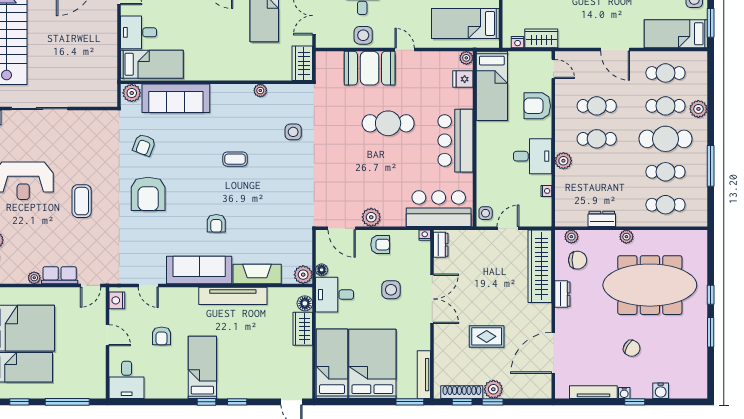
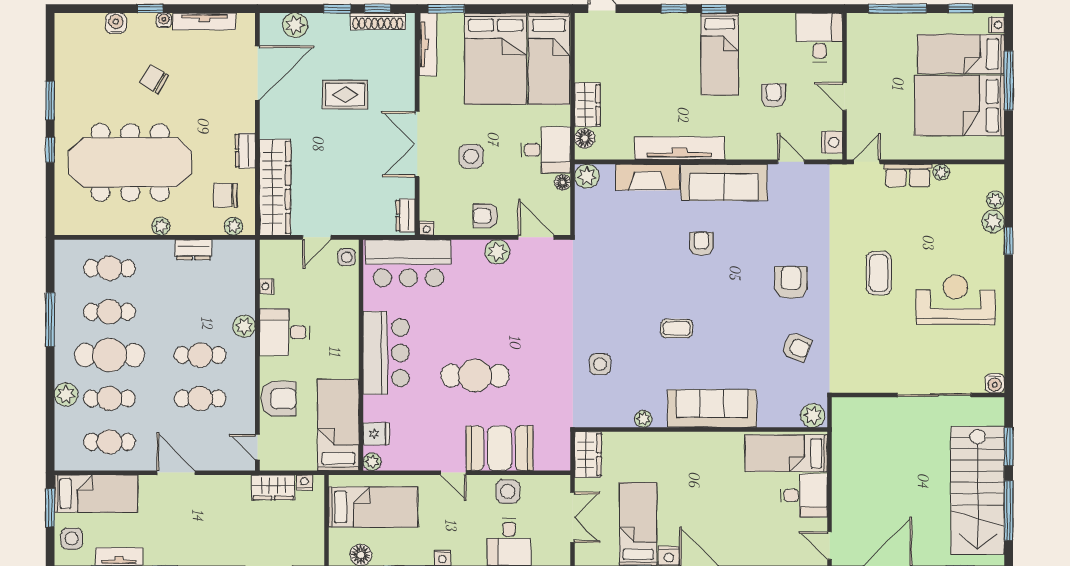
sofa: (176, 98) -> (712, 408), moved
armchair: (144, 145) -> (797, 347), turned 91
armchair: (148, 194) -> (791, 282), width x0.73, depth x0.73
plant: (493, 389) -> (295, 25), moved

